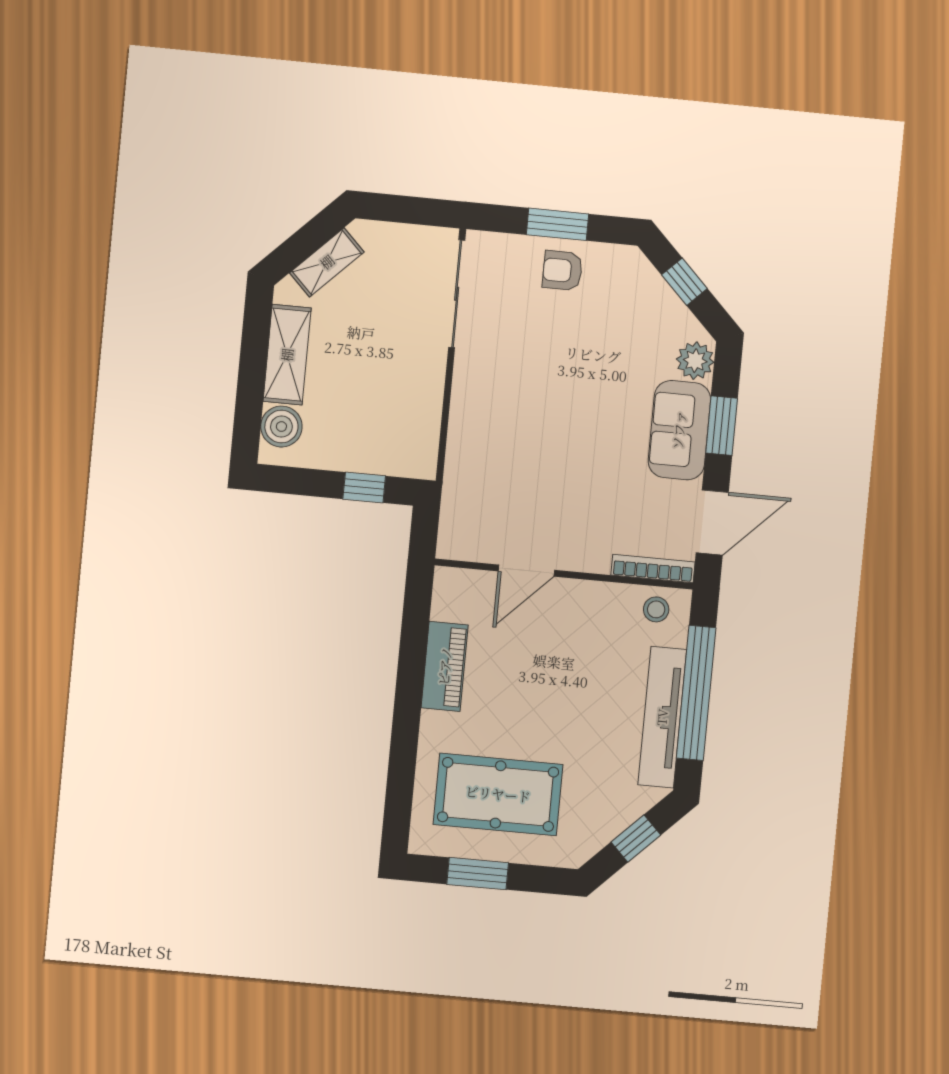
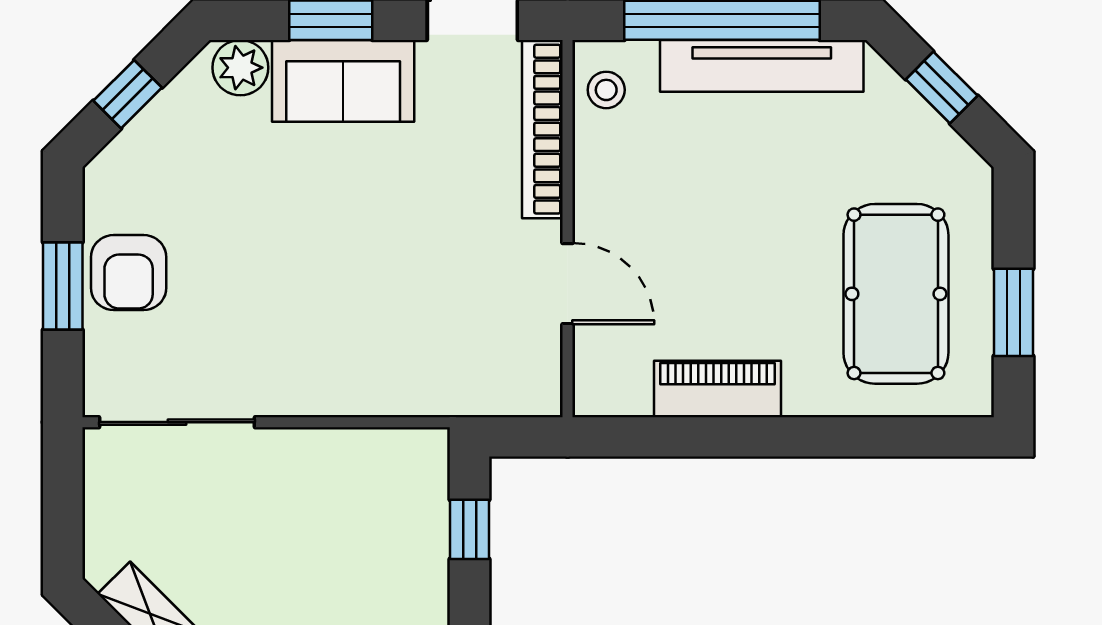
armchair: (562, 270) -> (129, 273), width x1.38, depth x1.38
bookcase: (653, 568) -> (542, 129), width x1.48, depth x1.31

